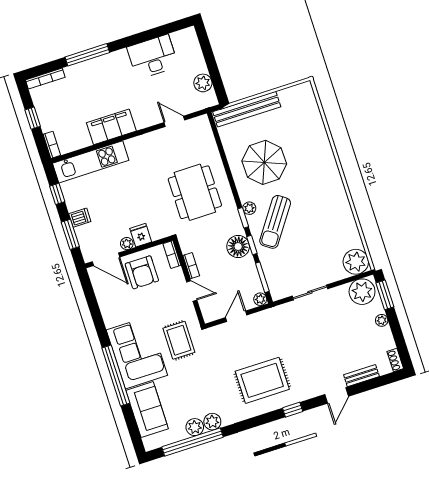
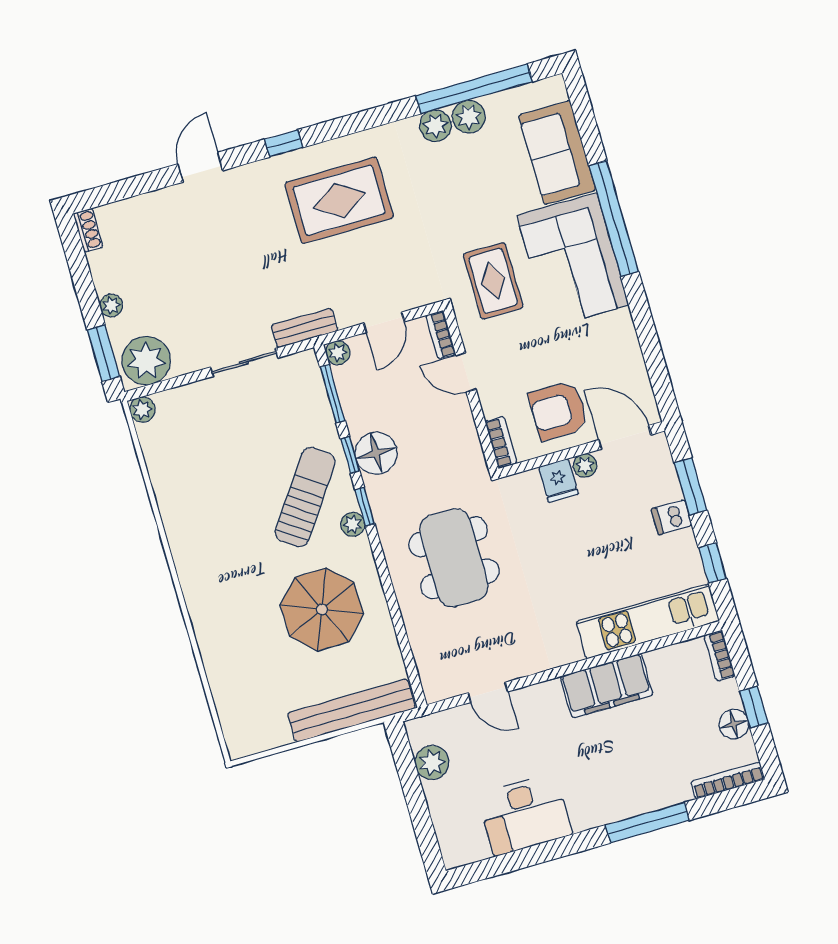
floor lamp: (43, 109) -> (734, 724), added
plant: (356, 262) -> (142, 410), width x0.53, depth x0.53
bookcase: (191, 266) -> (441, 335), moved
armchair: (142, 272) -> (558, 411), turned -90
bench: (361, 376) -> (305, 328), moved

